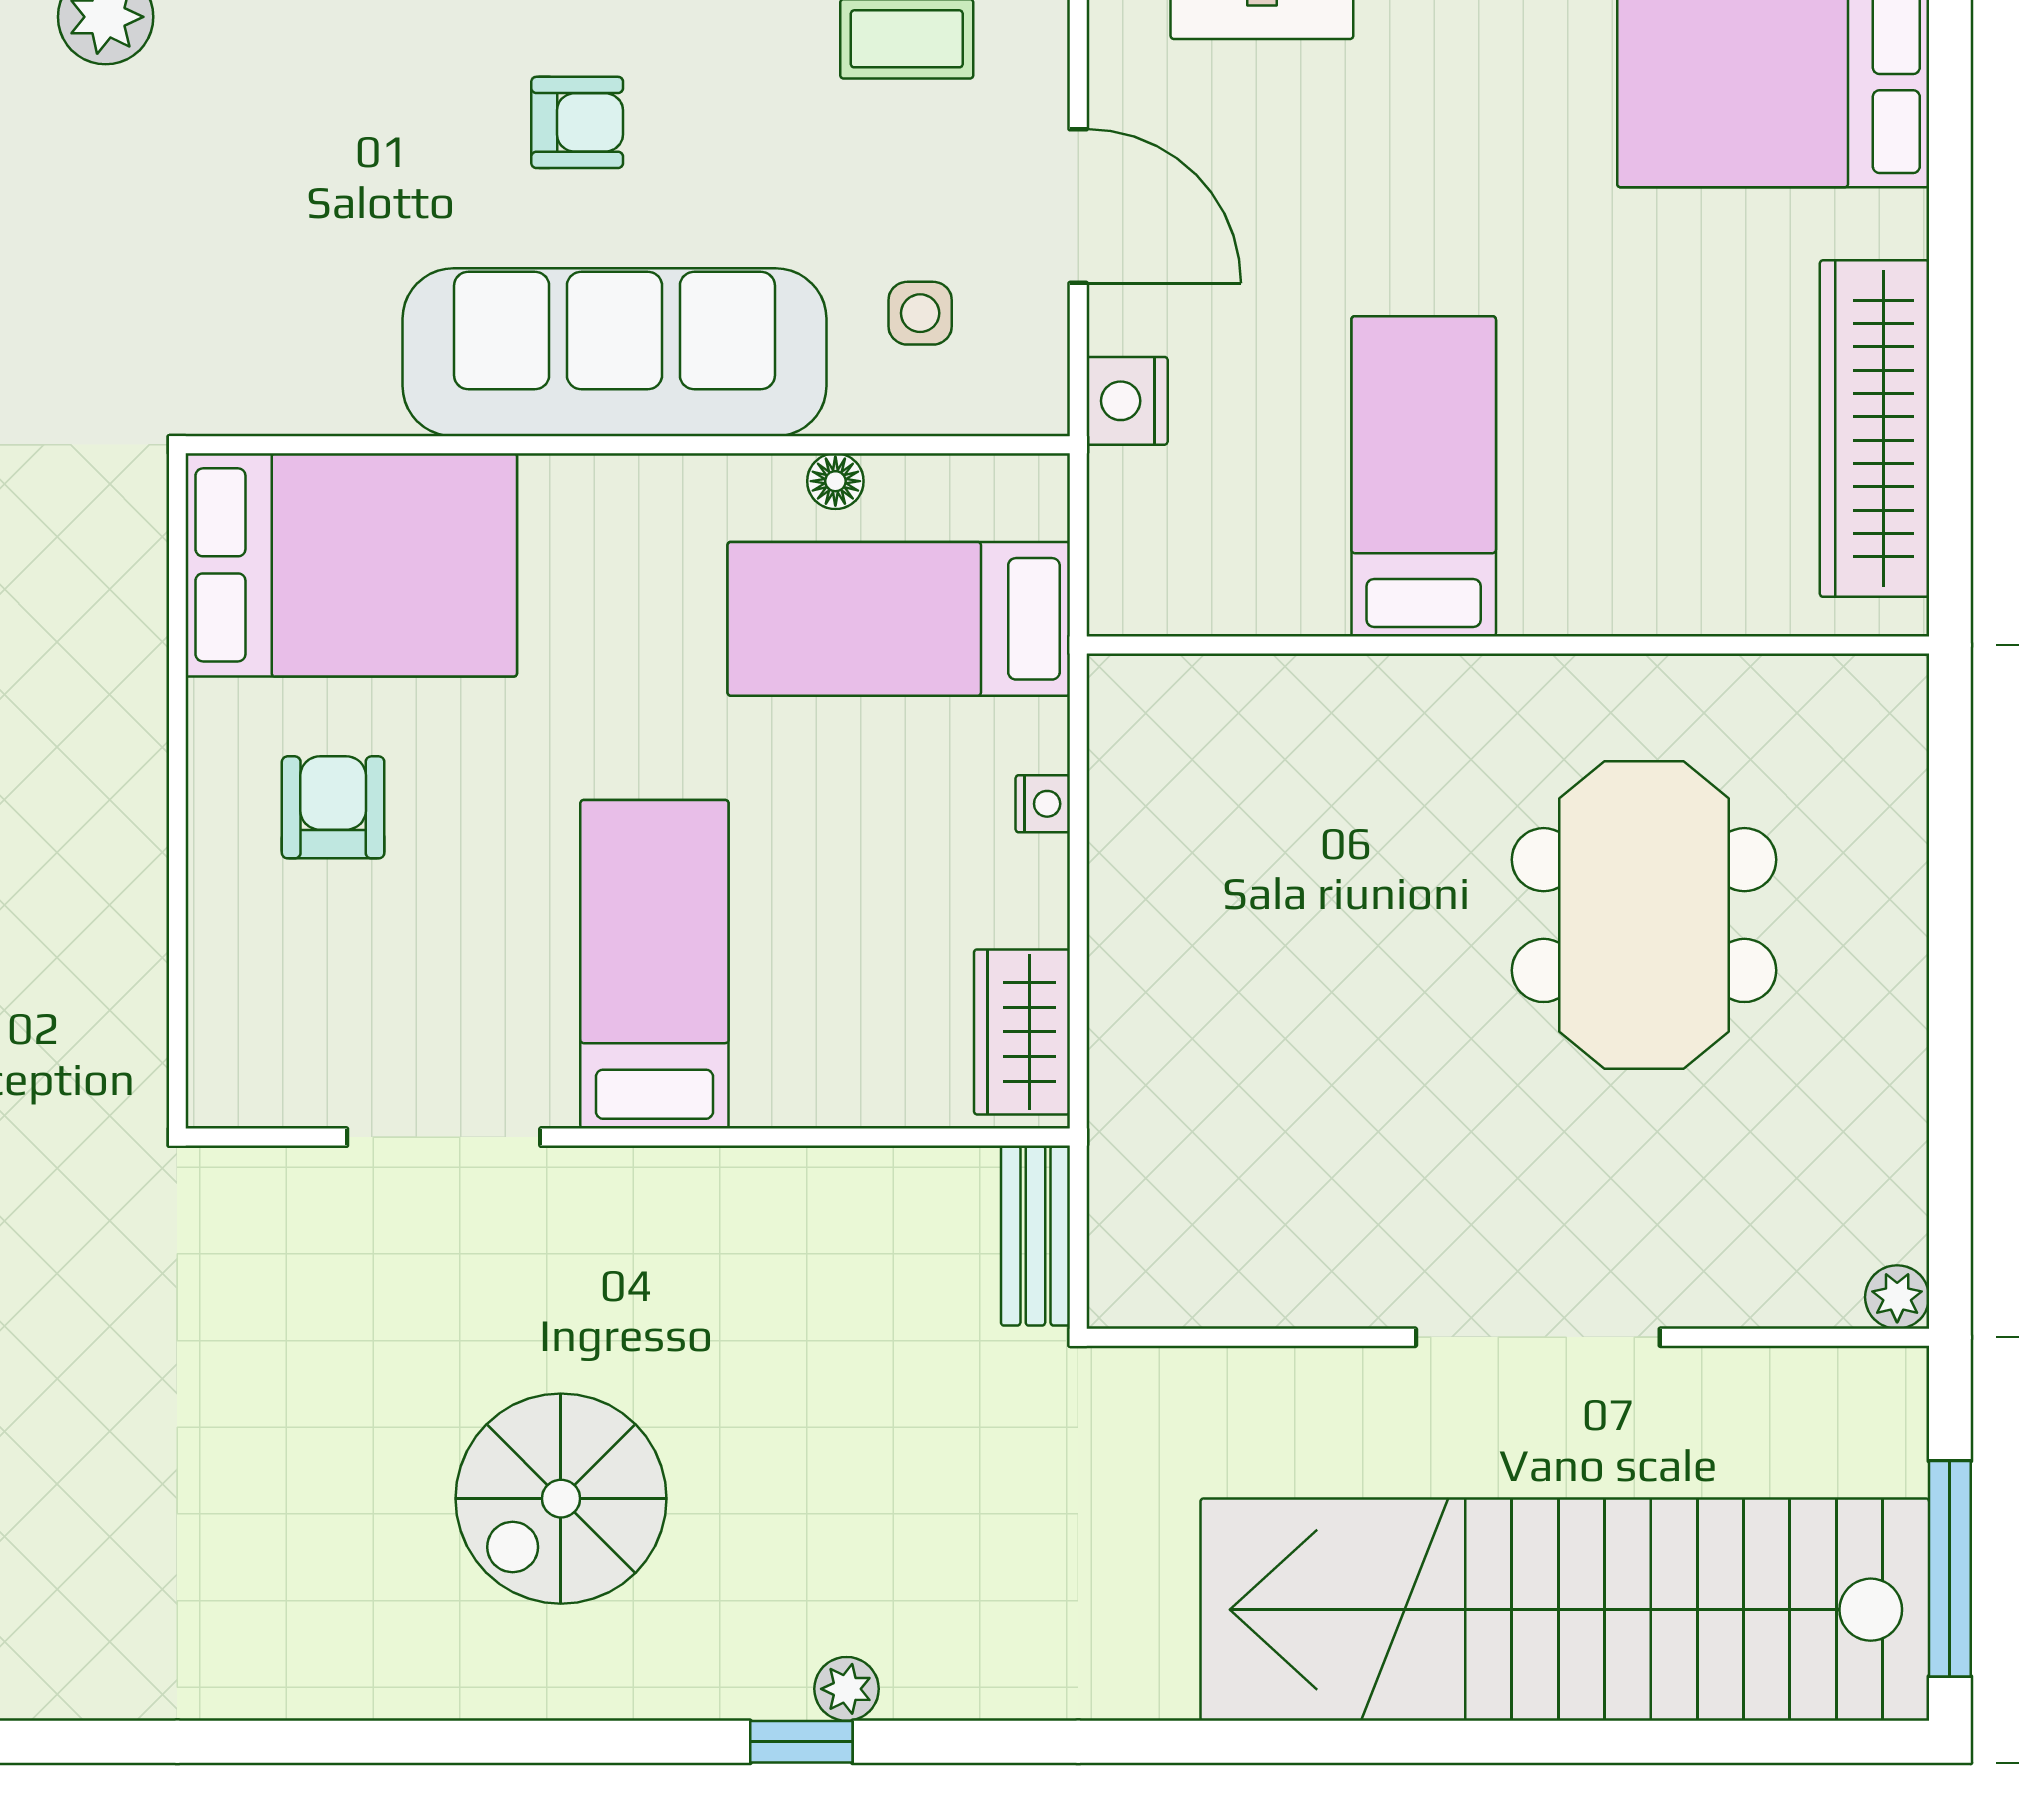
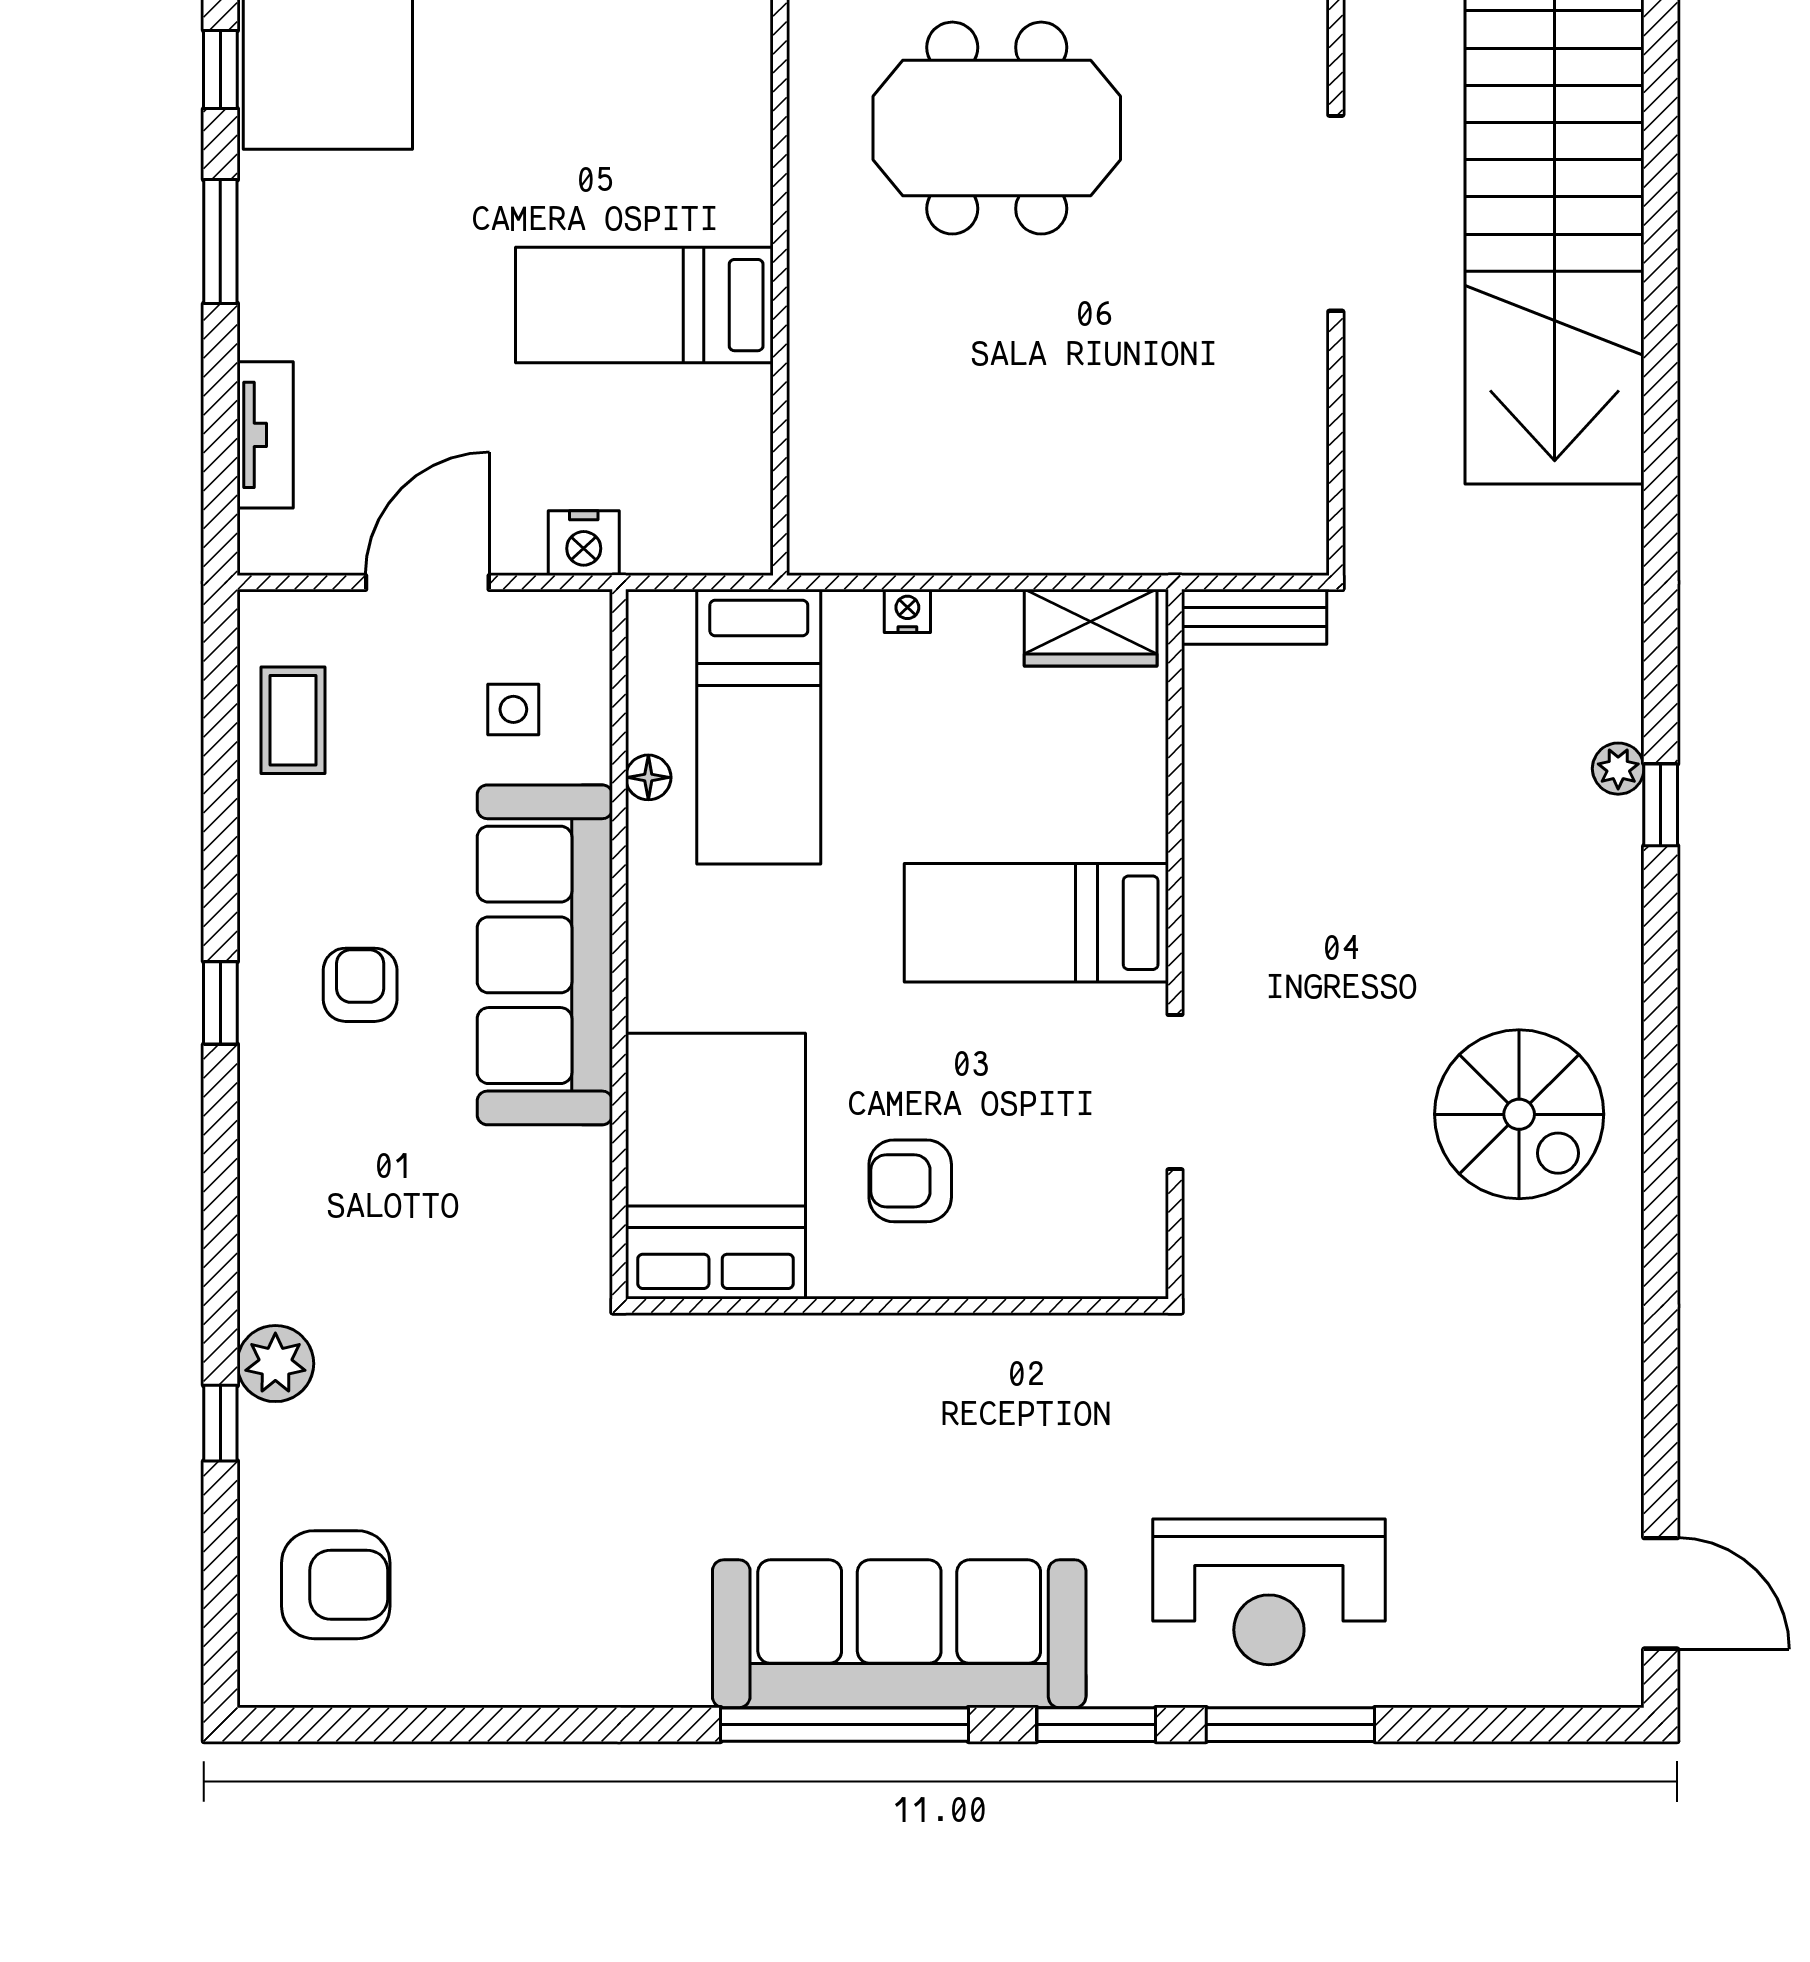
spiral stairs: (561, 1499) -> (1519, 1114), moved

